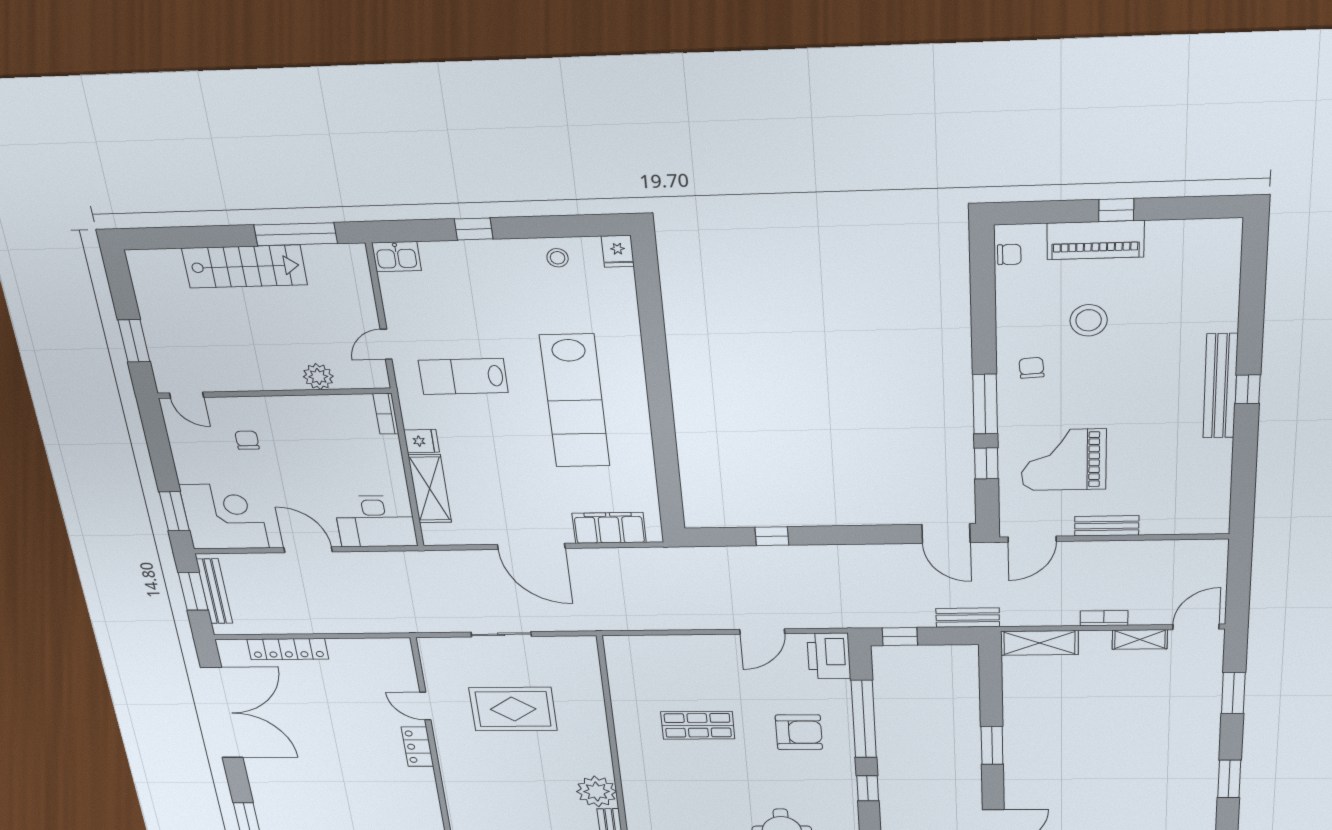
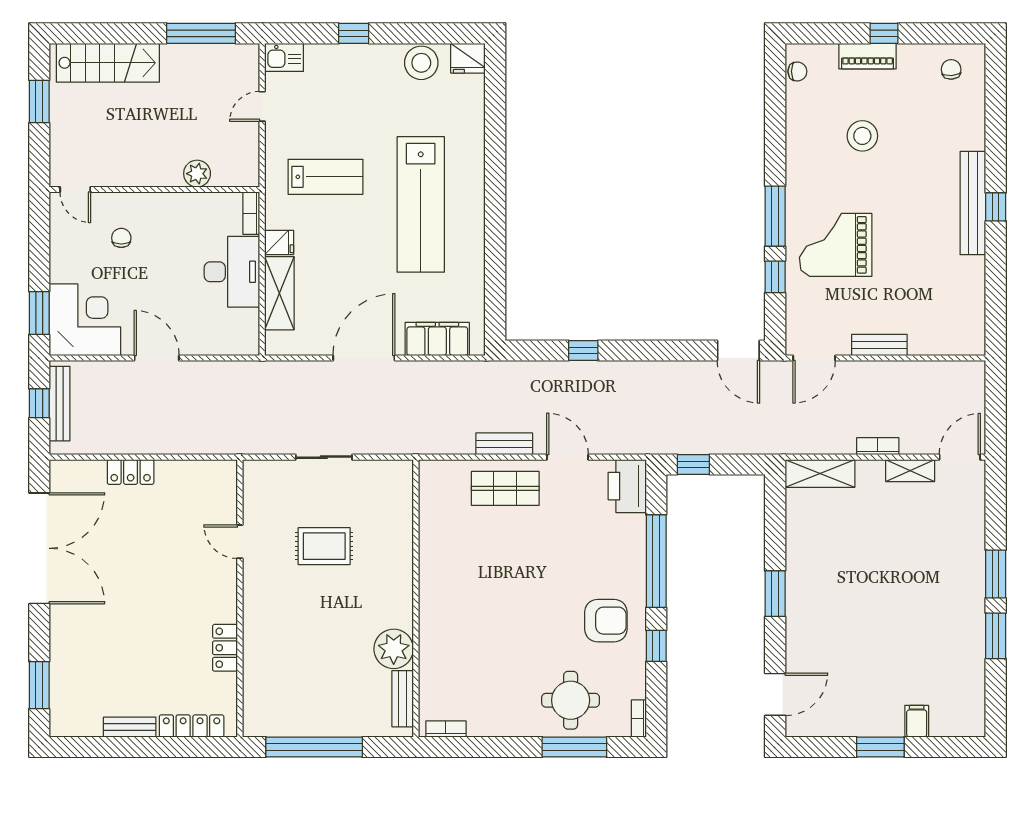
piano: (1096, 240) -> (868, 56), width x0.73, depth x0.75
fridge: (618, 251) -> (468, 58), width x1.38
stool: (558, 258) -> (421, 63), width x1.89, depth x1.89
stairs: (245, 266) -> (108, 63), moved
window: (134, 341) -> (39, 101), moved
door: (386, 344) -> (262, 106), moved
chair: (1031, 368) -> (951, 69), moved
lab bench: (463, 376) -> (325, 177), turned 180
grand piano: (1064, 460) -> (836, 245), moved
desk: (376, 521) -> (232, 272), moved, turned -90
door: (531, 546) -> (364, 358), swing flipped
window: (193, 591) -> (39, 403), width x0.67
bench: (968, 618) -> (504, 444), moved
door: (762, 631) -> (567, 457), swing flipped
locker: (288, 649) -> (131, 472), width x0.66
window: (1233, 693) -> (996, 574), moved
rug: (513, 709) -> (324, 546), width x0.73, depth x0.70
shop shelf: (698, 725) -> (505, 488), moved
armchair: (799, 732) -> (606, 621), moved
locker: (417, 747) -> (225, 648), moved

